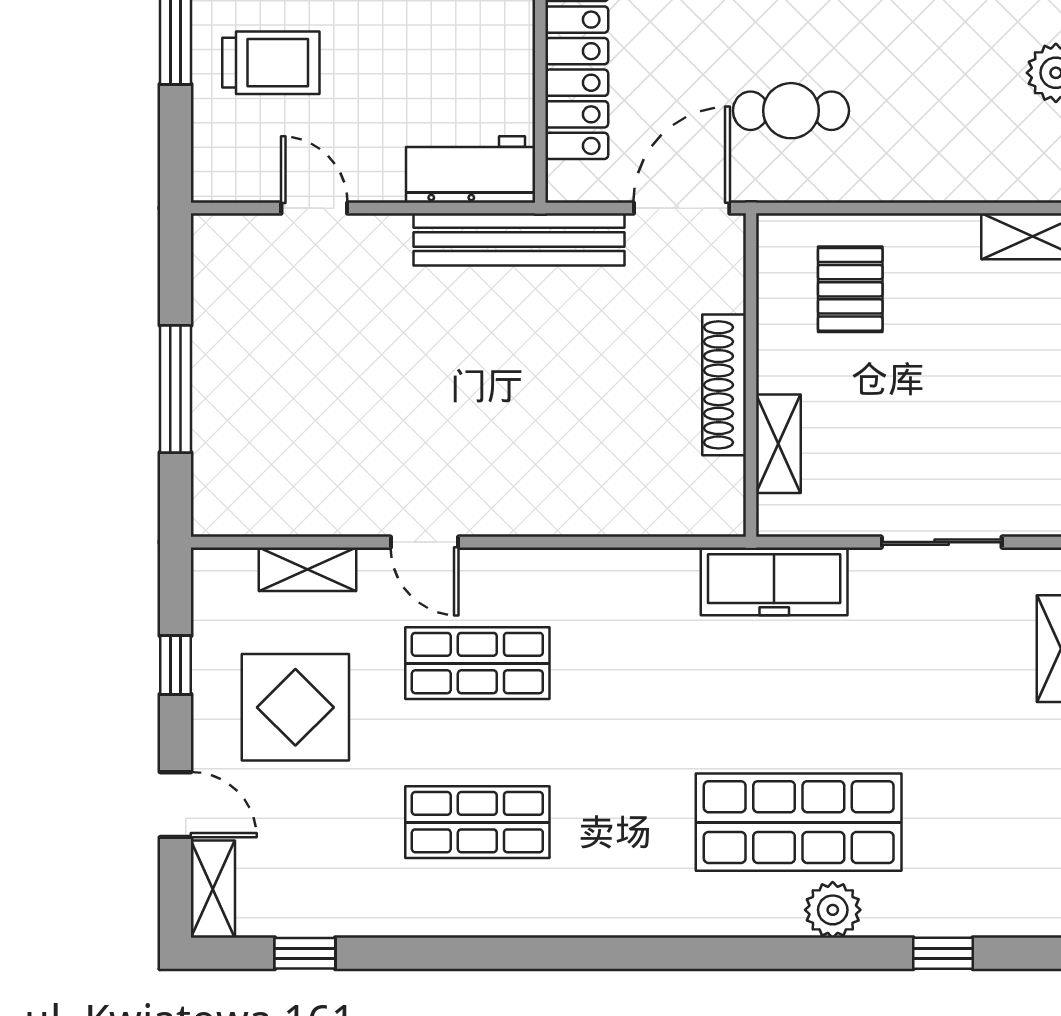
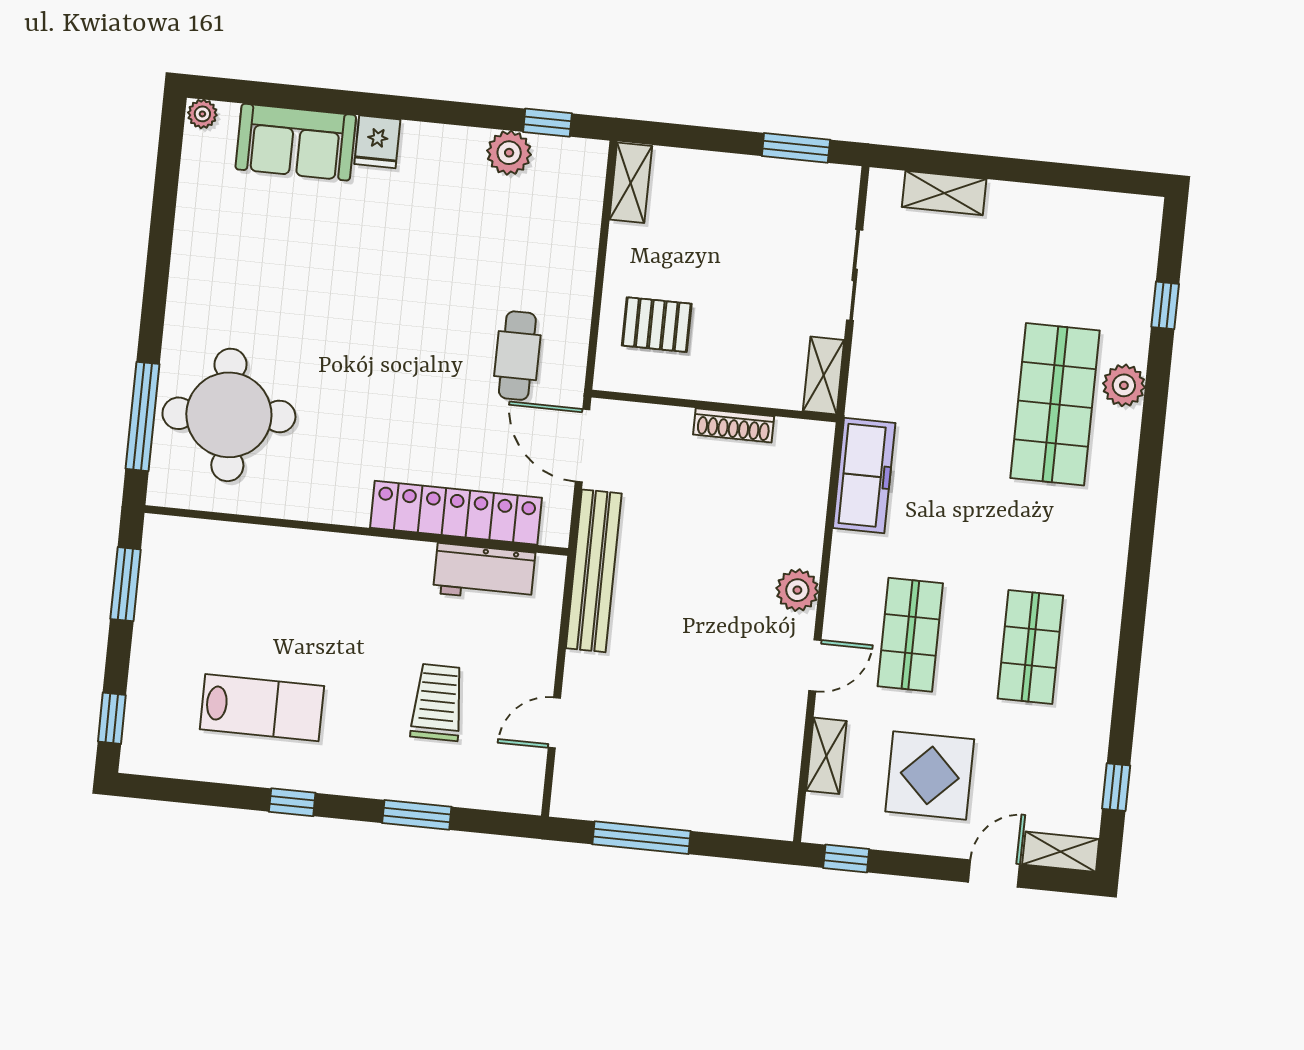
trolley: (271, 63) -> (438, 702), moved
workbench: (471, 170) -> (484, 573), moved, turned -90
shoe rack: (724, 385) -> (734, 425), width x0.74, depth x0.81
window: (175, 389) -> (642, 838), moved
shelving: (778, 444) -> (824, 376), moved, turned 90
plant: (521, 509) -> (797, 590), added
freezer: (774, 581) -> (864, 476), moved
window: (175, 665) -> (846, 858), moved

